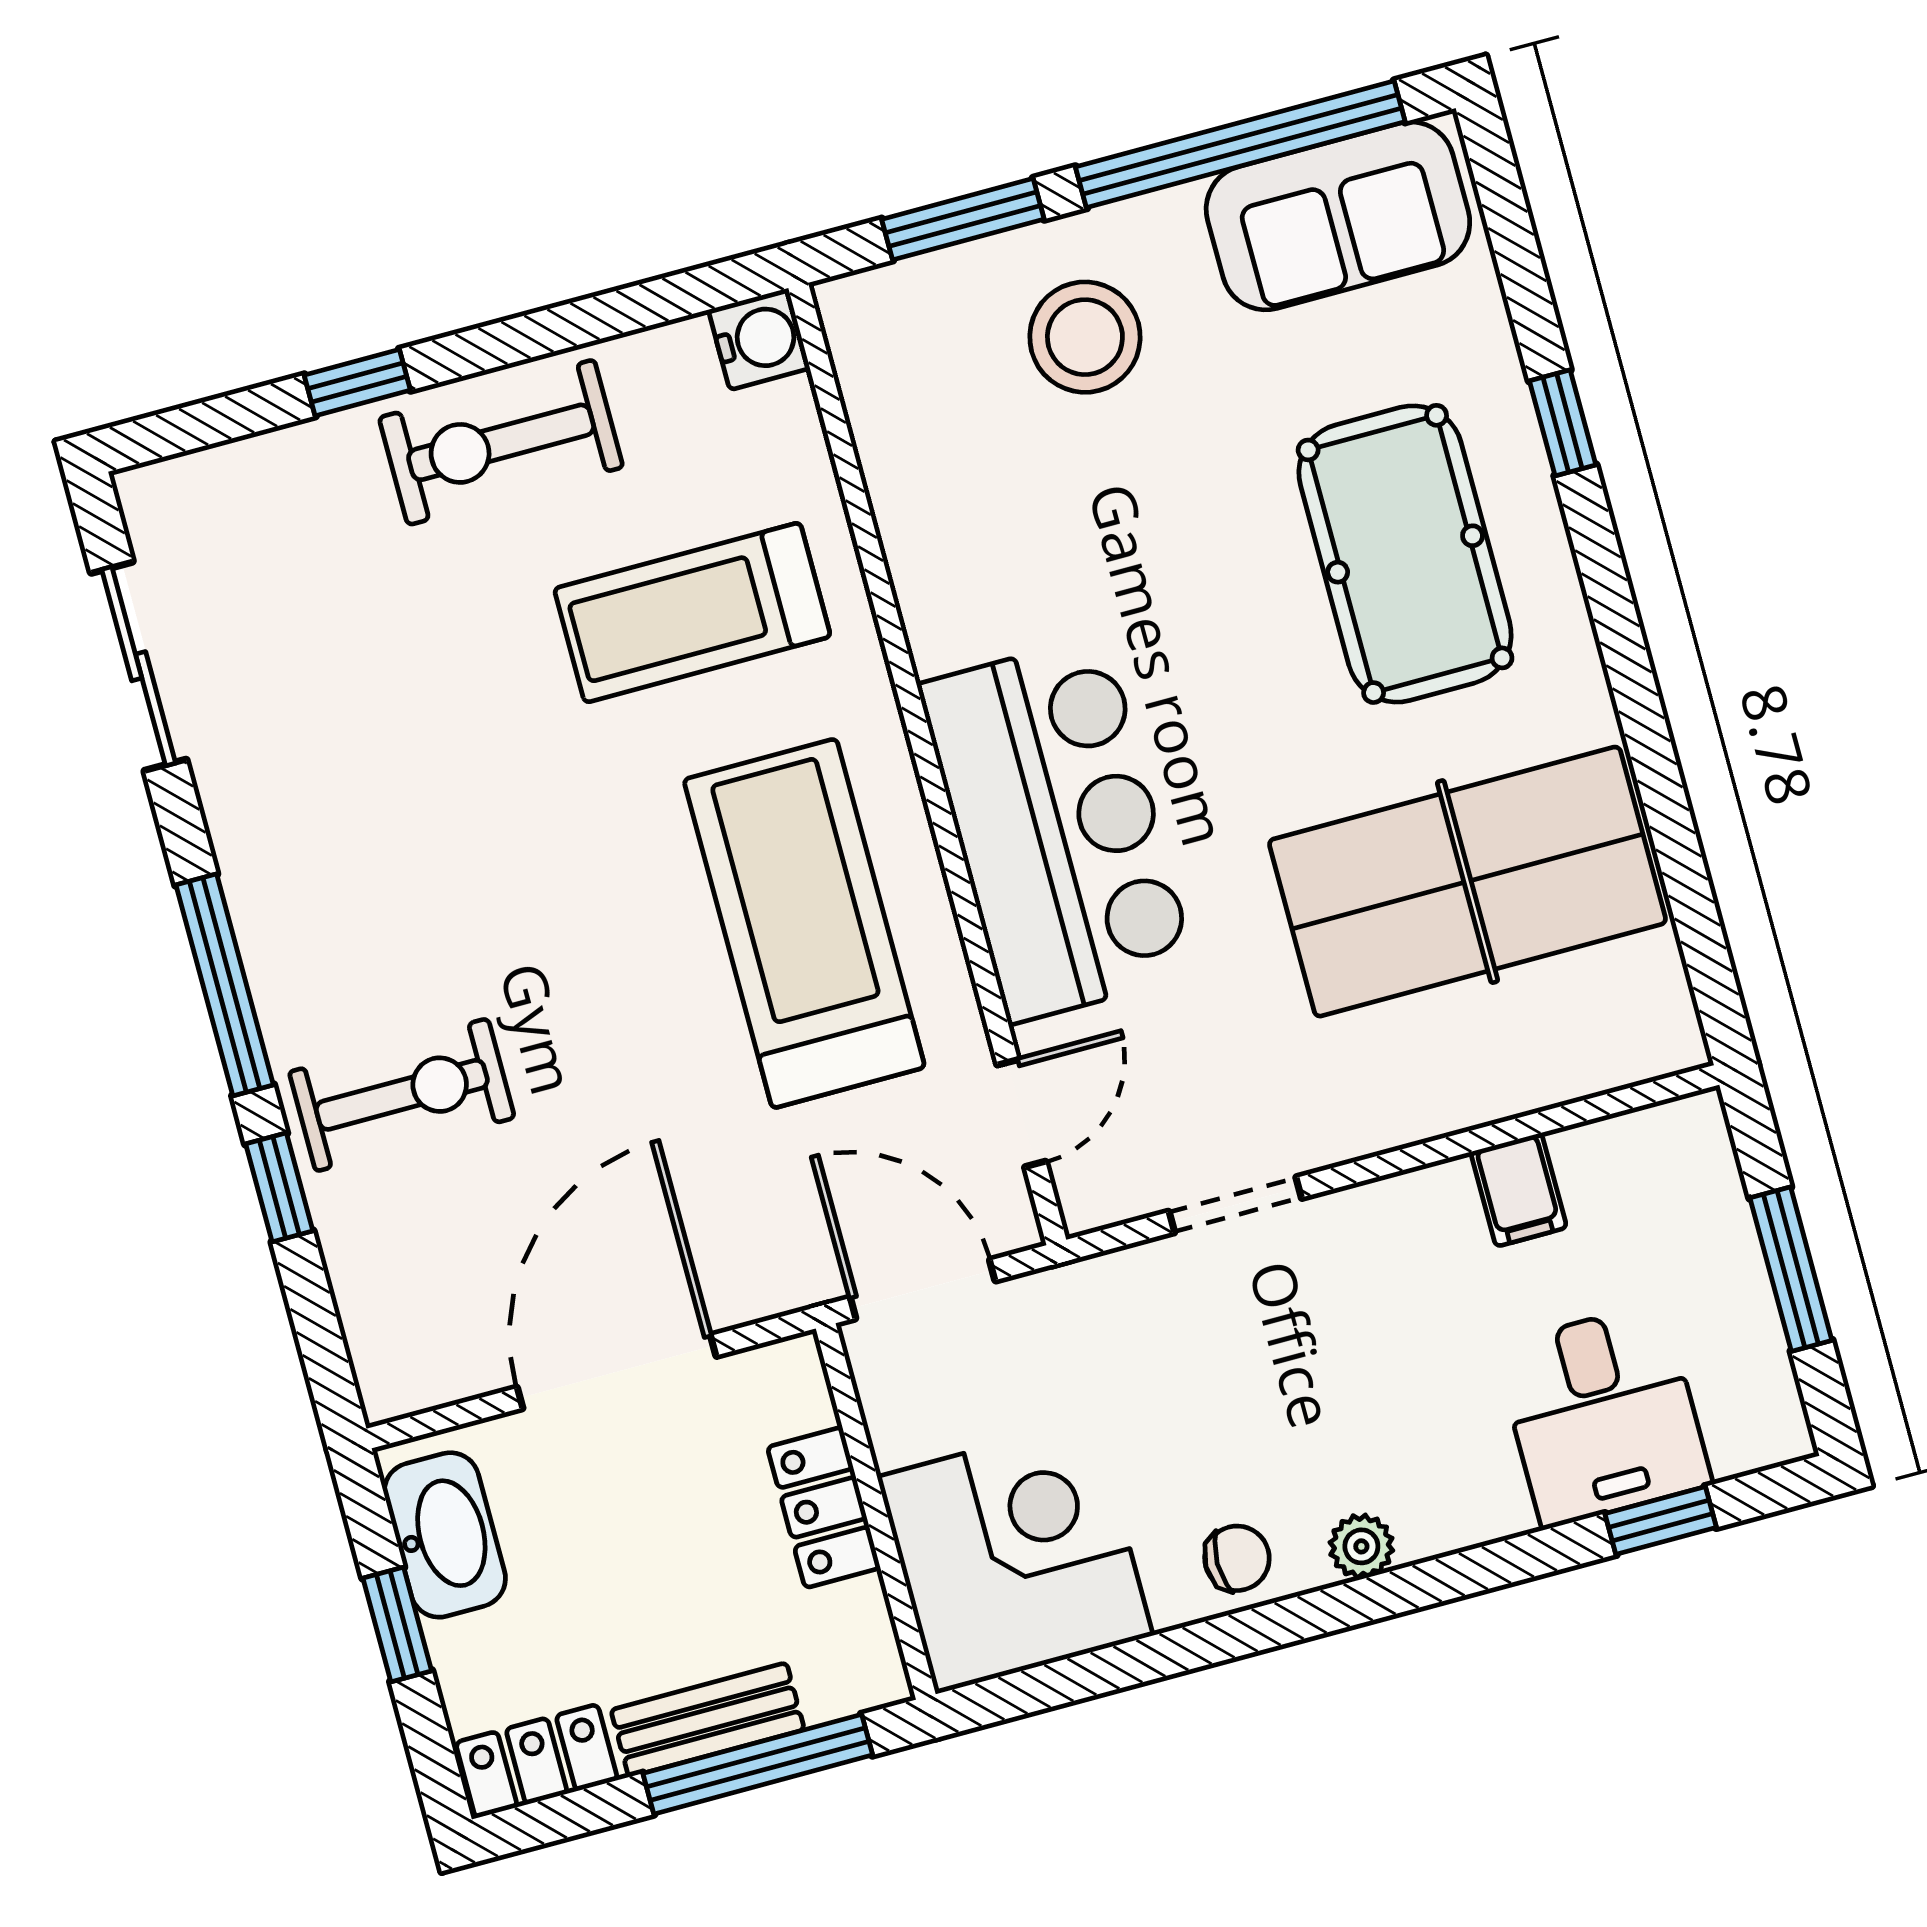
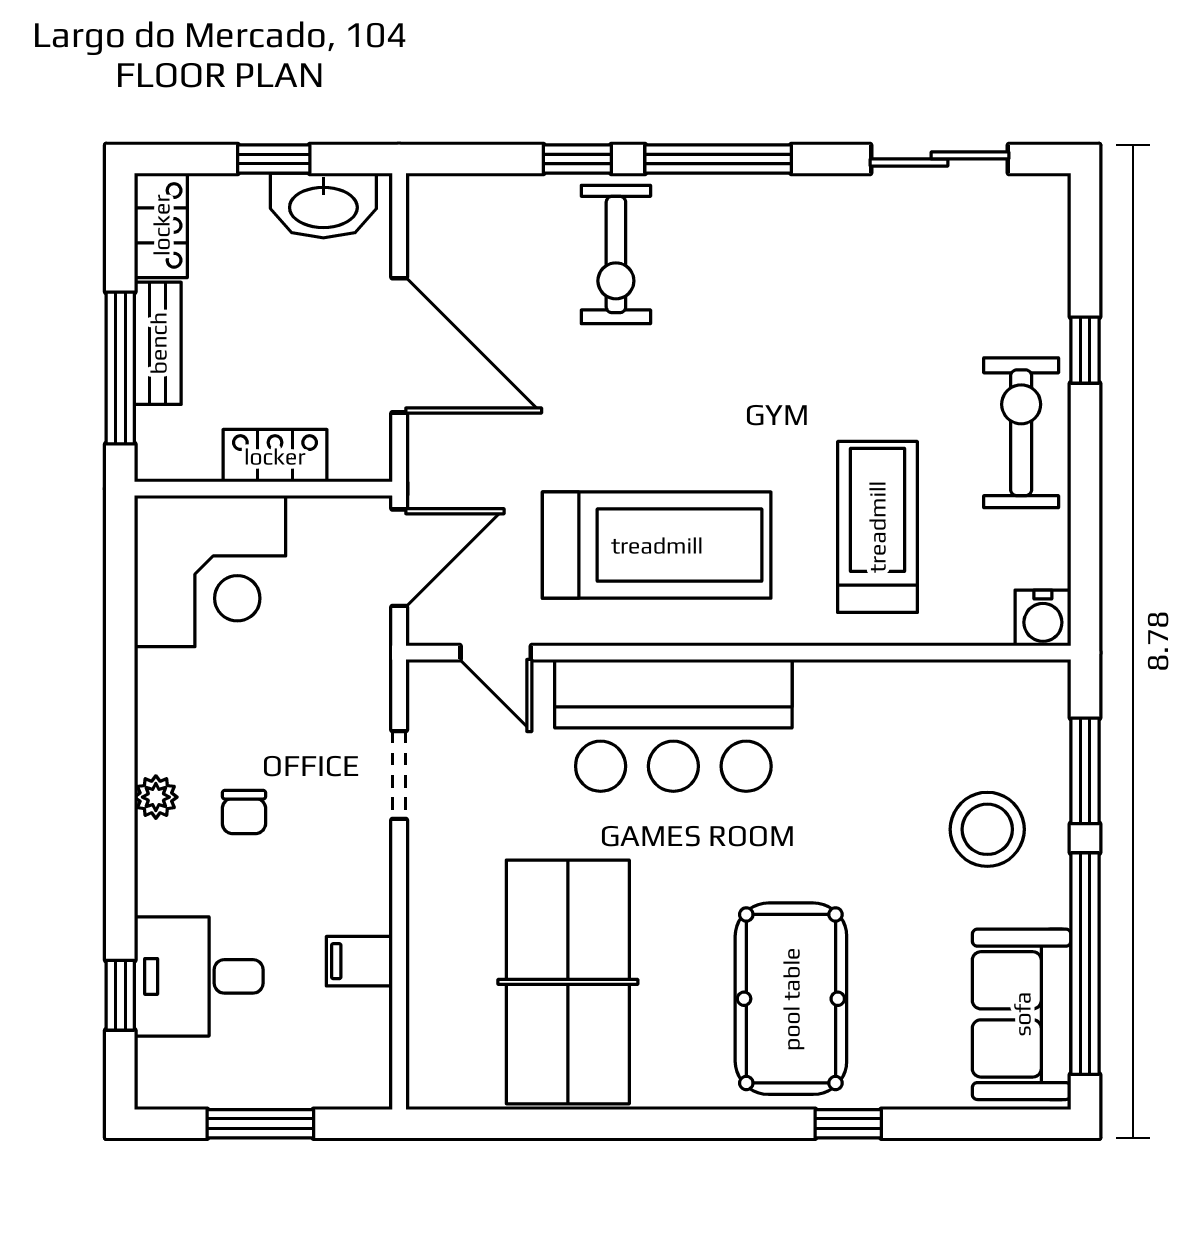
pool table: (1405, 554) -> (791, 999), turned 90
chair: (1237, 1558) -> (244, 812), moved

